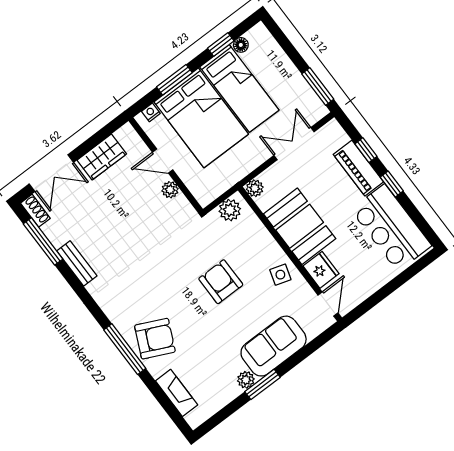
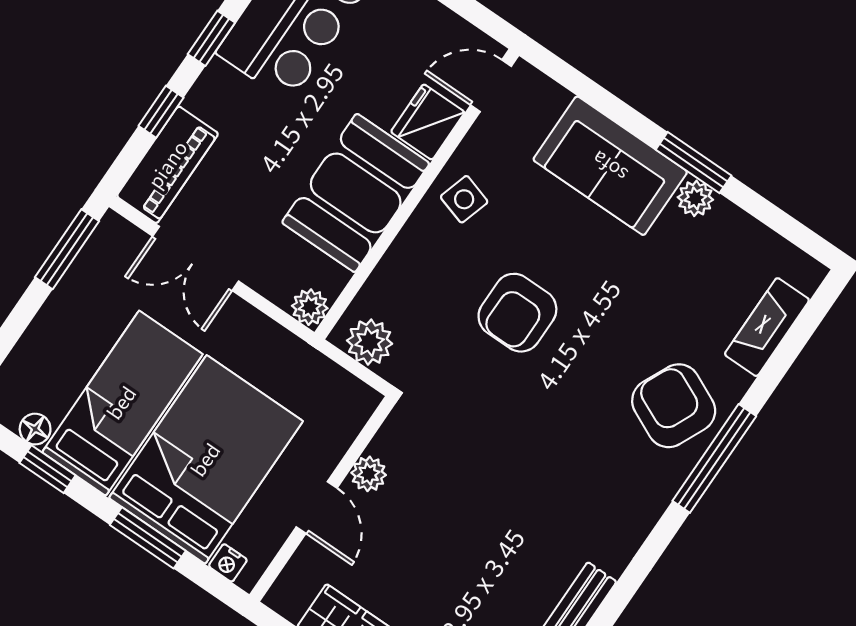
piano: (358, 168) -> (168, 165), moved

